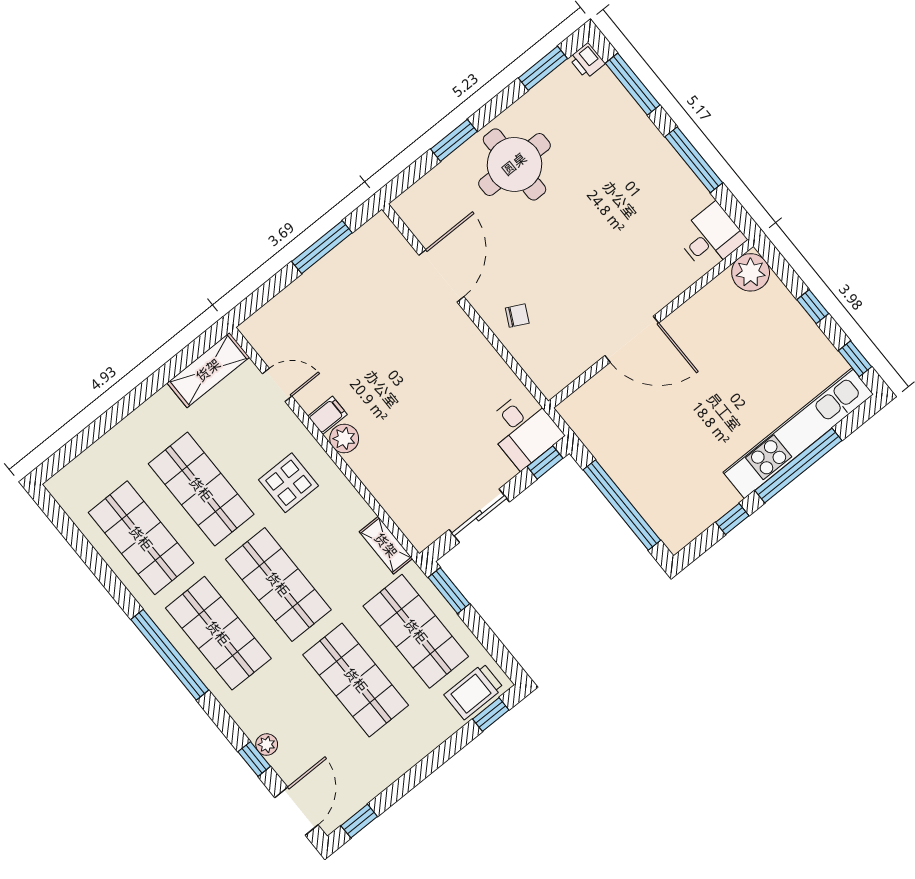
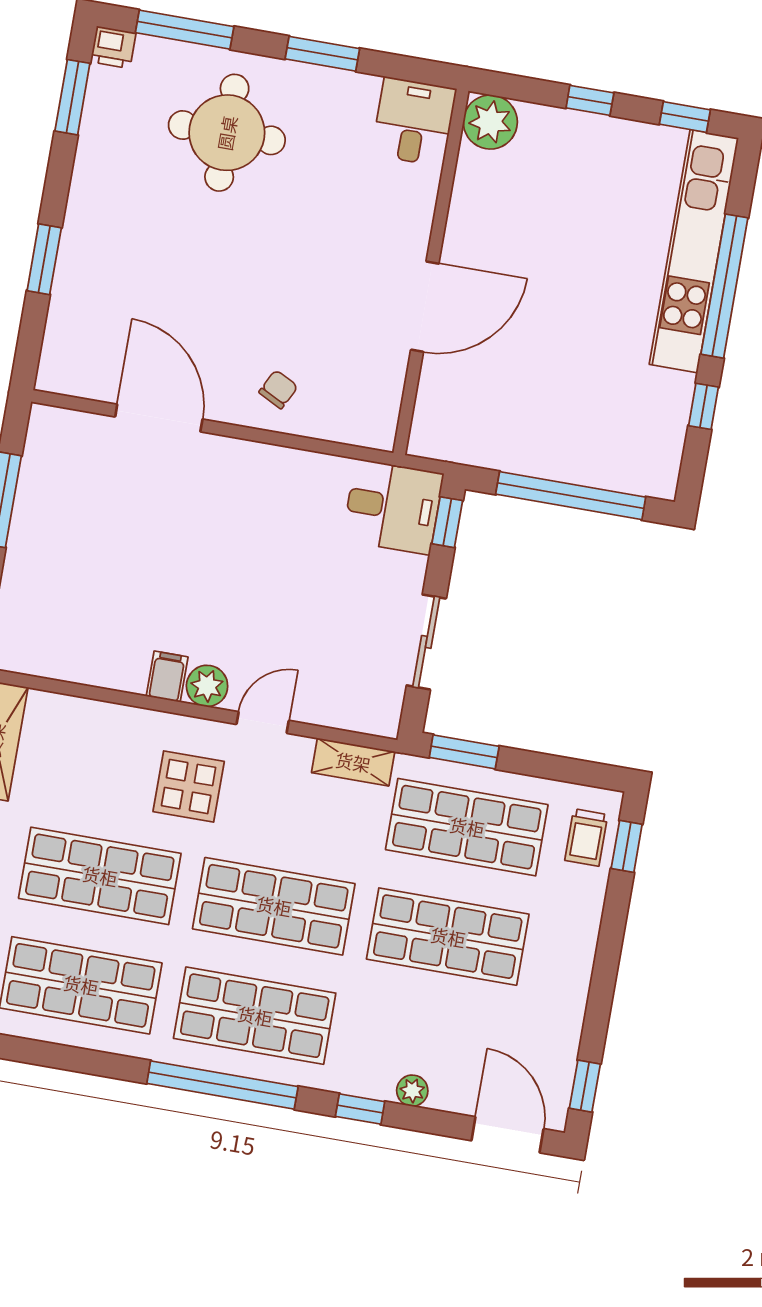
window: (694, 160) -> (322, 54), width x0.69
round table: (514, 164) -> (227, 133), moved
door: (277, 385) -> (263, 722), moved
trolley: (474, 691) -> (586, 837), width x0.73, depth x0.72
window: (254, 759) -> (360, 1109), moved

